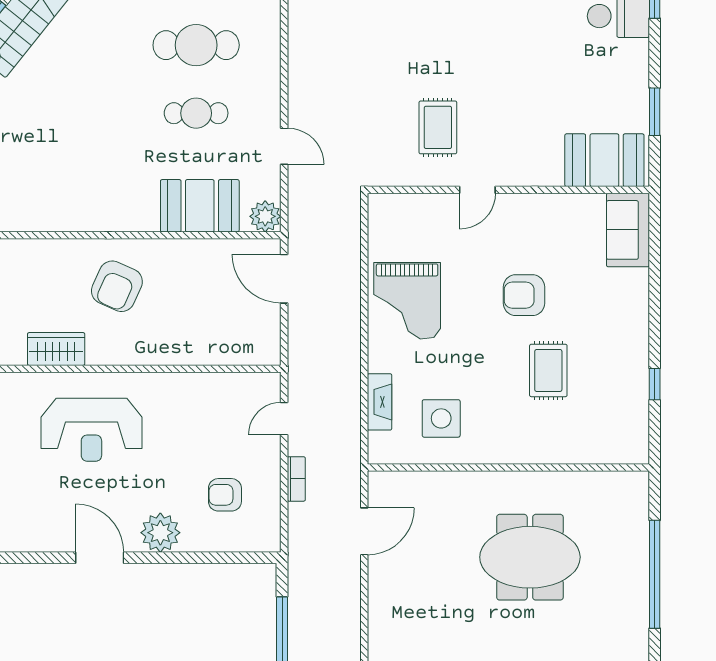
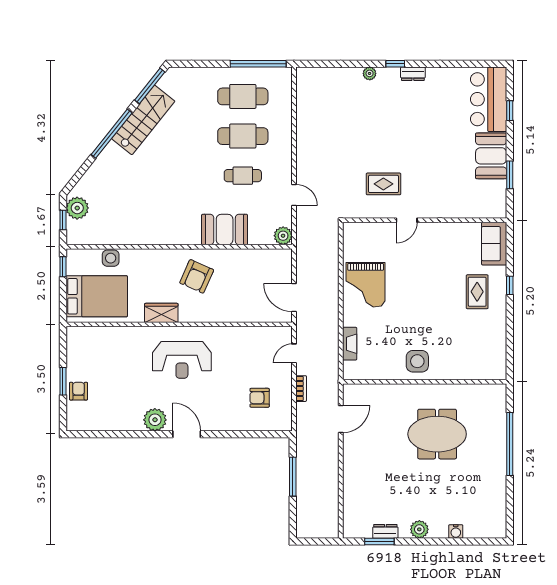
rug: (438, 127) -> (383, 184), turned 90
booth: (604, 160) -> (491, 156), moved, turned 90
booth: (200, 206) -> (225, 230), moved
door: (284, 279) -> (294, 297), moved
armchair: (524, 295) -> (434, 282), removed
rug: (548, 370) -> (477, 292), moved
window: (655, 384) -> (510, 285), moved
side table: (441, 418) -> (417, 361), moved
plant: (160, 533) -> (155, 420), moved

